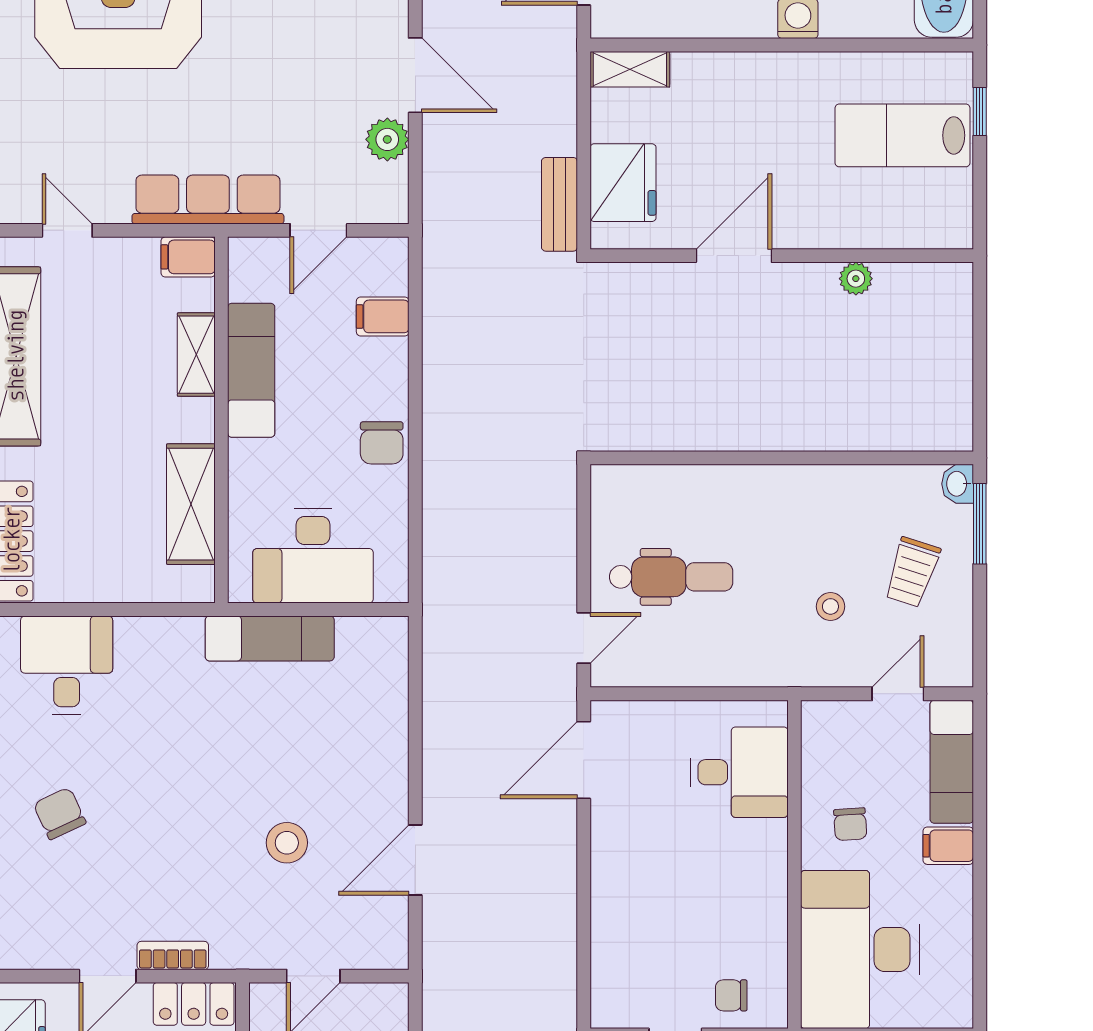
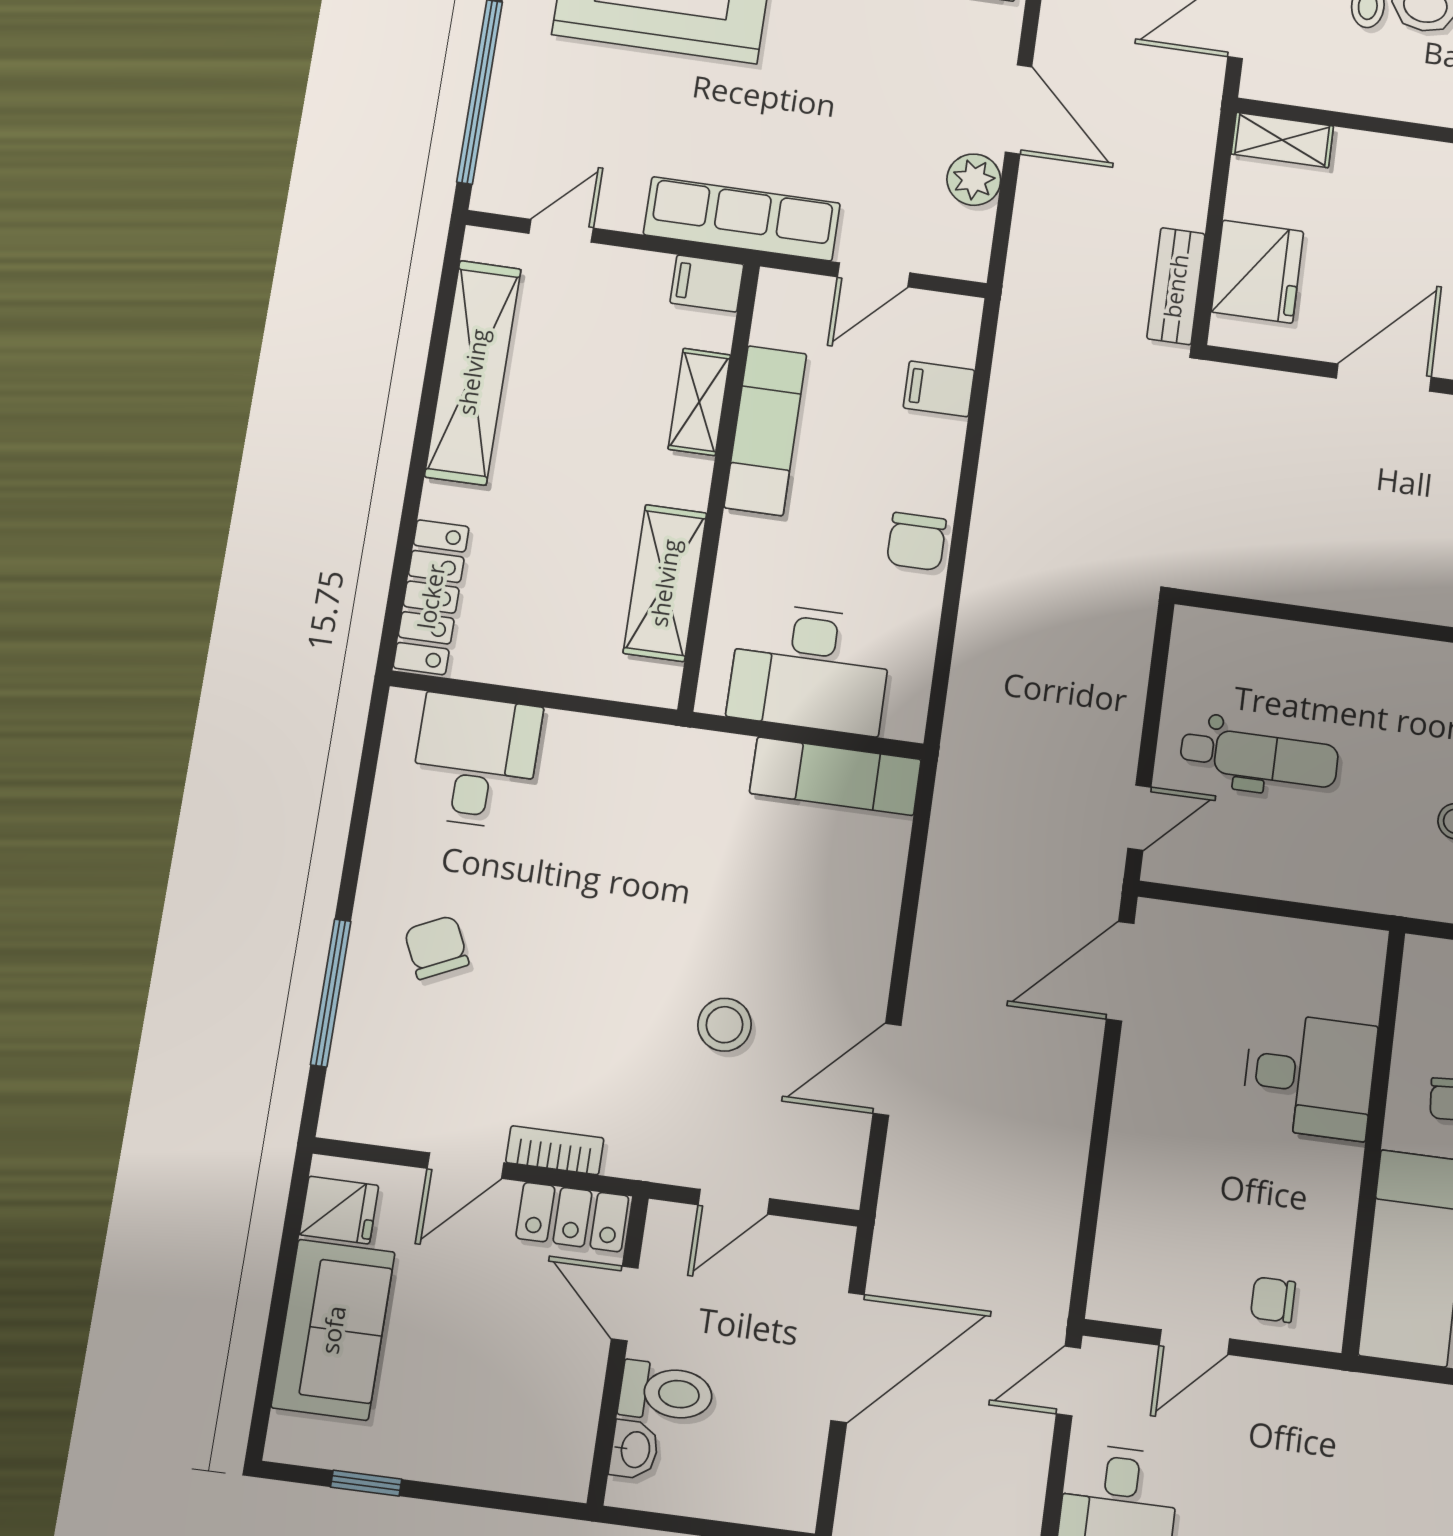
door: (67, 230) -> (561, 231), hinge flipped
exam couch: (270, 638) -> (835, 776), moved
desk: (739, 772) -> (1309, 1076), moved

